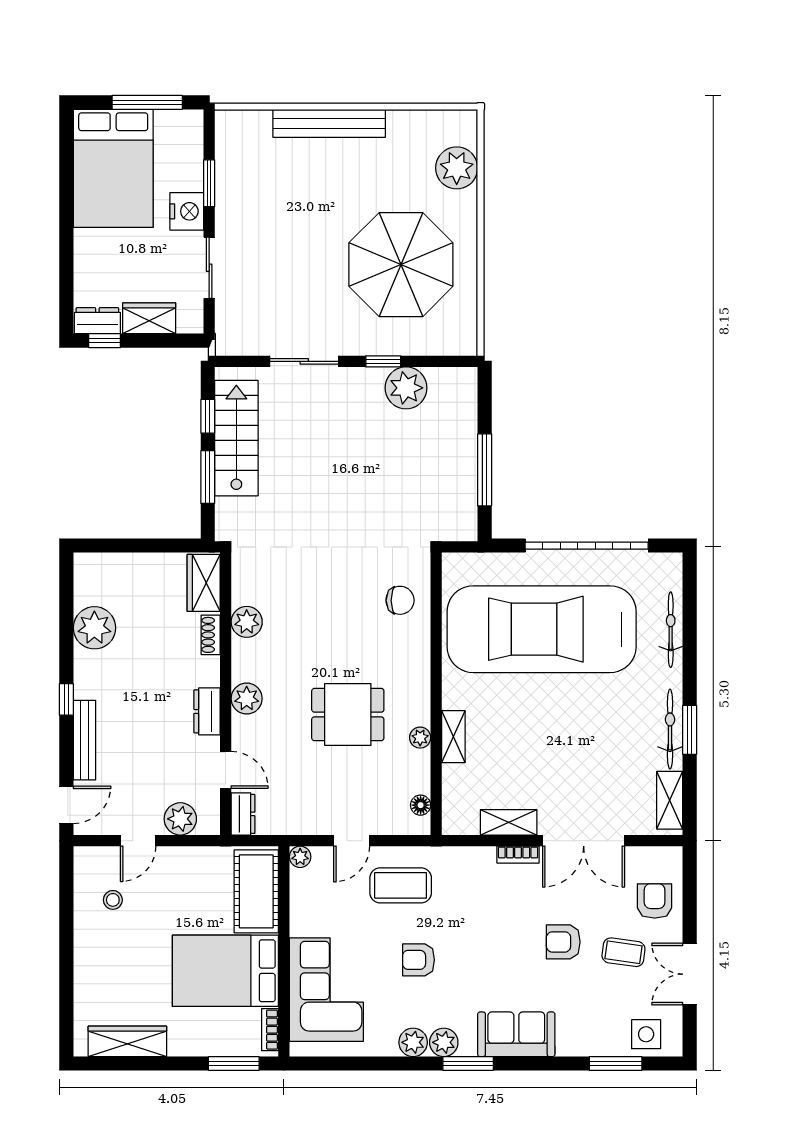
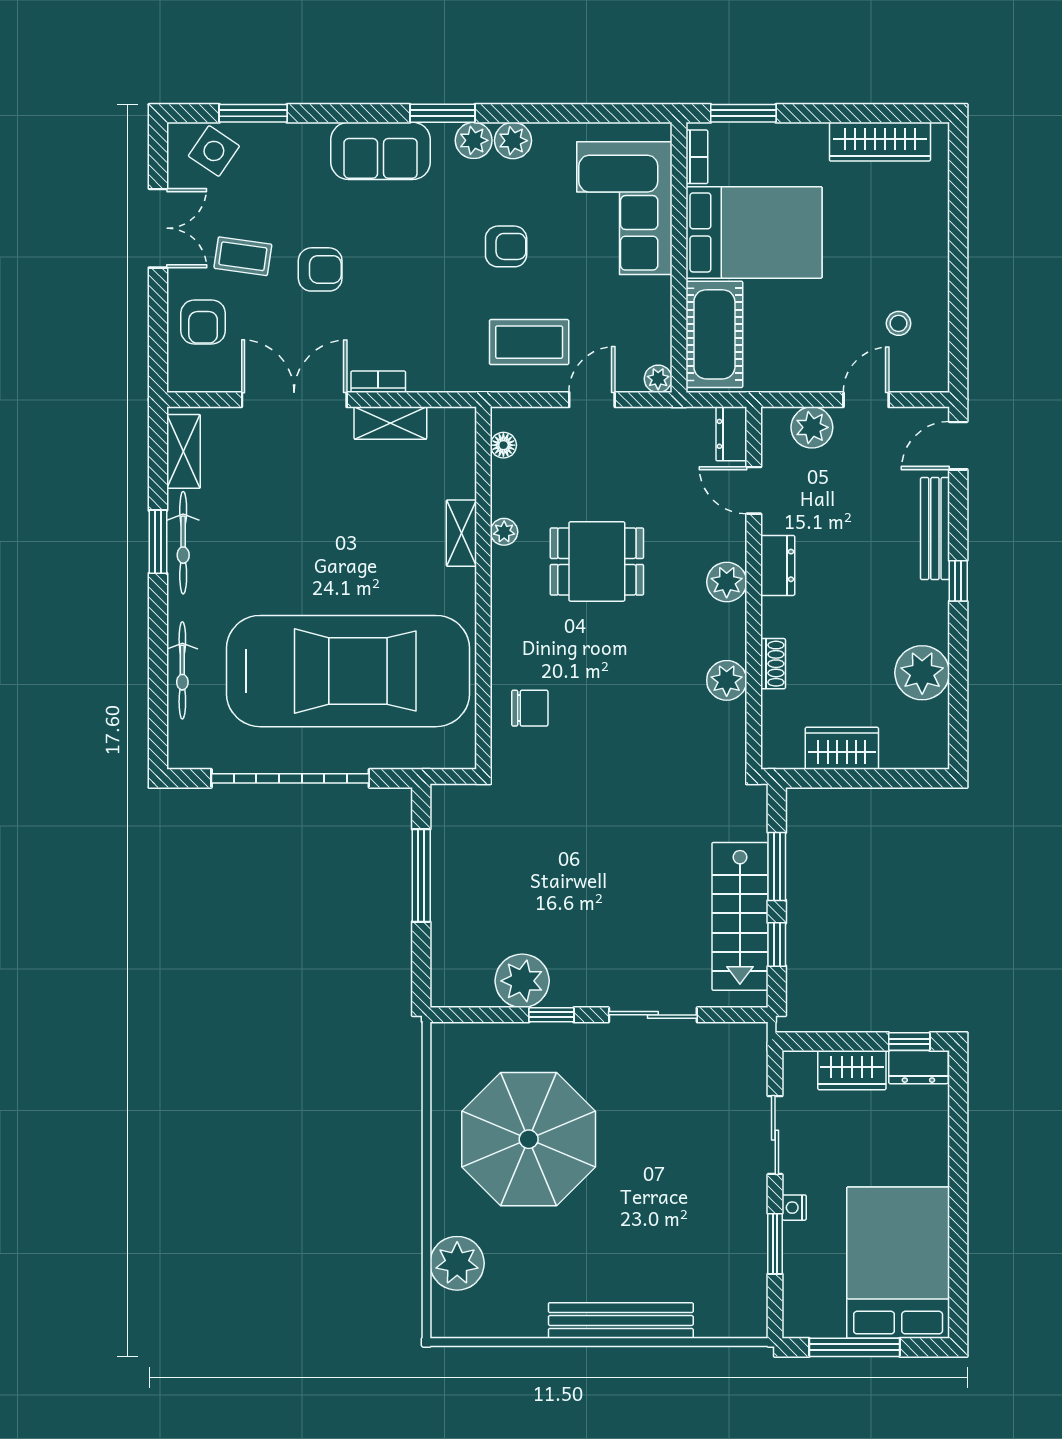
nightstand: (187, 211) -> (794, 1208), width x0.53, depth x0.56
wardrobe: (204, 583) -> (842, 748), moved, turned -90
chair: (400, 600) -> (530, 708), turned 180
side table: (646, 1034) -> (214, 151), turned 34

